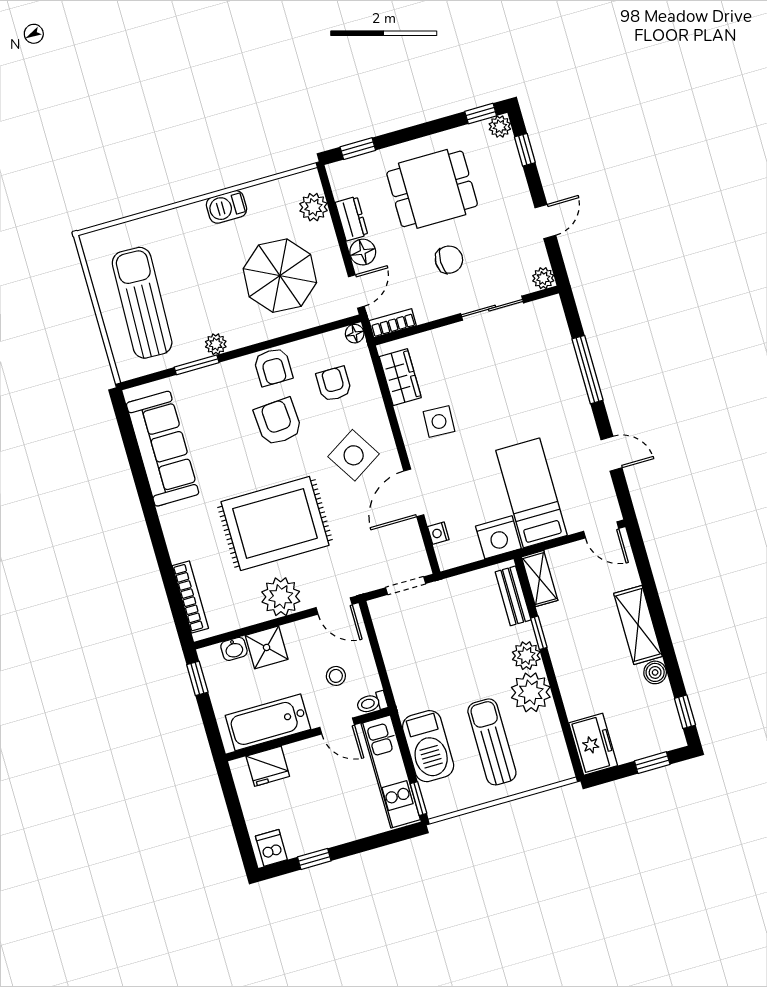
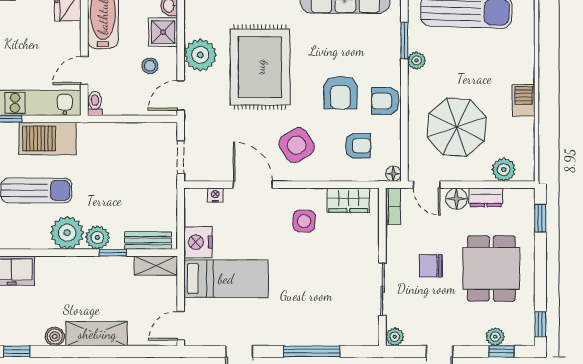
plant: (500, 127) -> (495, 337), moved
chair: (449, 260) -> (431, 266), turned 90
armchair: (278, 422) -> (340, 93), turned 94
stool: (336, 676) -> (150, 66), moved

